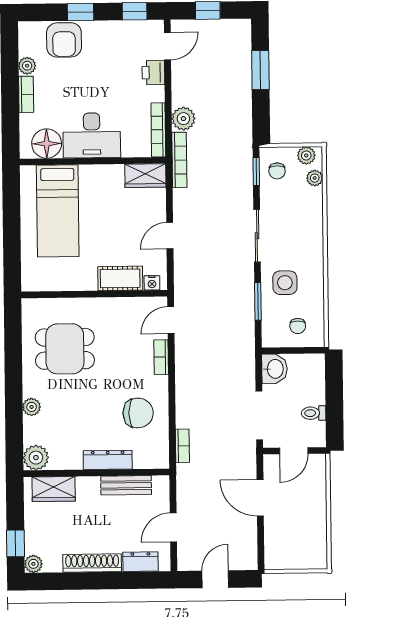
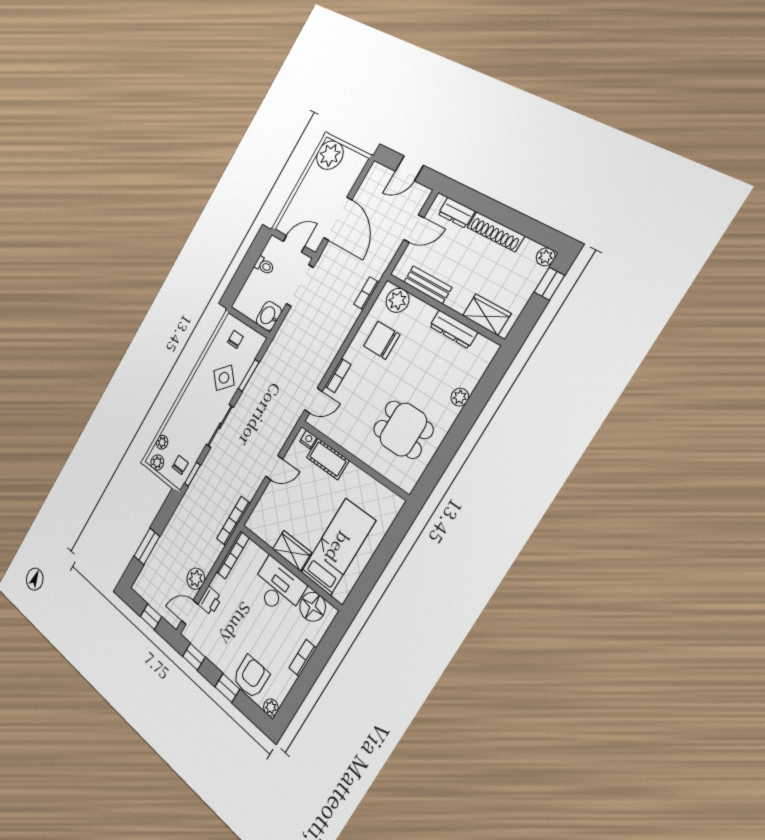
plant: (27, 66) -> (271, 707), moved
plant: (183, 119) -> (196, 579), moved
wardrobe: (145, 176) -> (292, 551), moved
side table: (285, 283) -> (224, 378), turned 45
plant: (36, 458) -> (398, 300), moved
dresser: (108, 460) -> (453, 329), moved
door: (260, 498) -> (338, 219), width x1.36
plant: (311, 553) -> (330, 155), added

